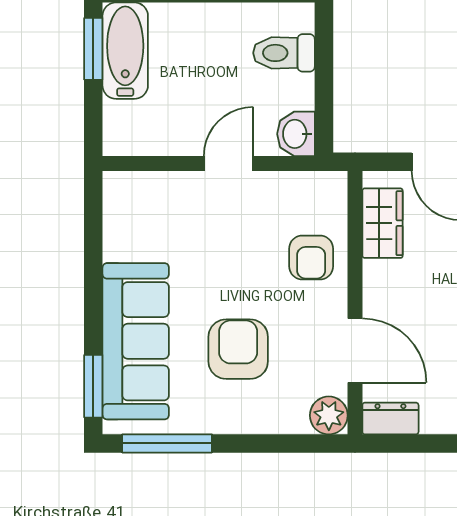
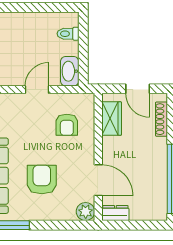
toilet: (284, 53) -> (68, 34), width x0.73, depth x0.72
washbasin: (296, 134) -> (70, 71), width x1.38
armchair: (311, 257) -> (67, 125), moved

